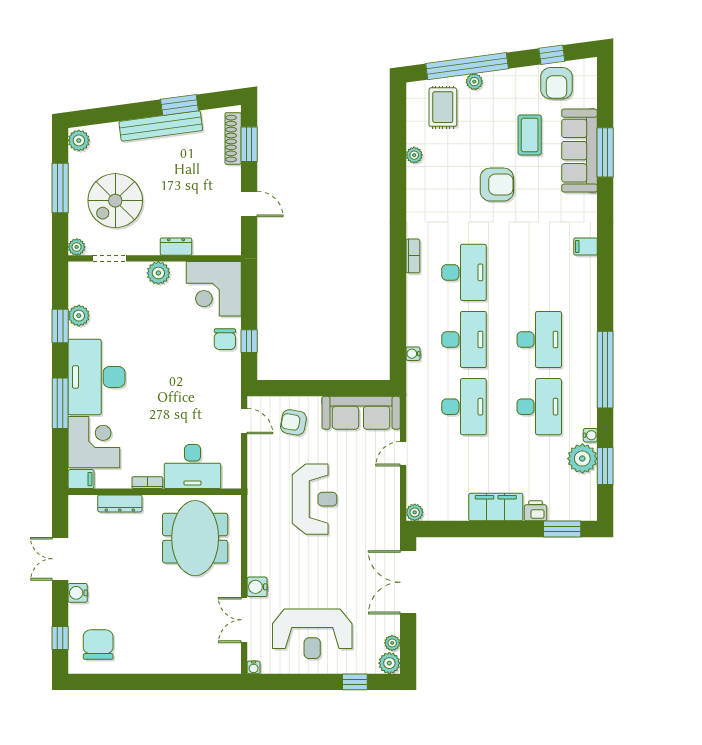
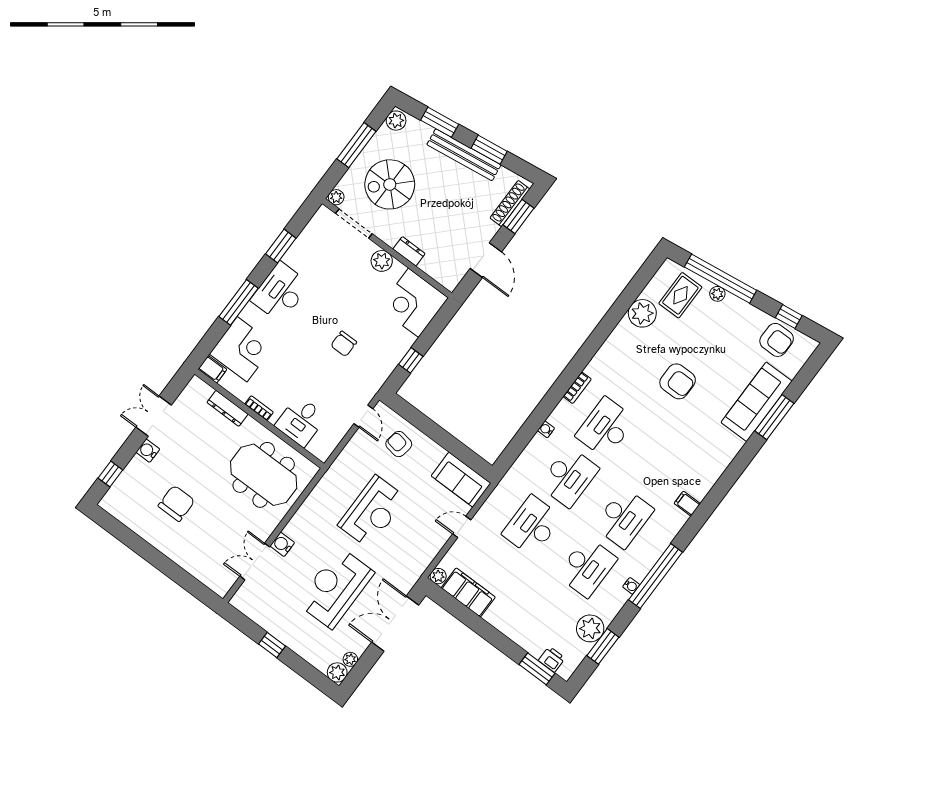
armchair: (557, 83) -> (777, 340), turned -90
window: (118, 113) -> (440, 122), added
coffee table: (530, 135) -> (729, 363), removed
plant: (414, 155) -> (642, 313), width x1.88, depth x1.88
door: (249, 204) -> (486, 260), width x1.38
filing cabinet: (585, 247) -> (687, 504), moved
doorway: (109, 258) -> (354, 224), width x1.38
desk: (464, 272) -> (606, 428), turned 180
plant: (79, 316) -> (300, 249), removed
chair: (225, 339) -> (344, 344), moved
water cooler: (413, 354) -> (546, 429), moved
desk: (96, 377) -> (280, 292), width x0.73, depth x0.77
desk: (464, 407) -> (532, 526), turned 180
sofa: (361, 413) -> (461, 480), width x0.73
water cooler: (590, 435) -> (631, 586), moved
desk: (193, 467) -> (301, 421), width x0.73
filing cabinet: (496, 507) -> (468, 592), moved
printer: (535, 511) -> (552, 659), moved
meeting table: (195, 538) -> (264, 475), turned 90
reception desk: (312, 634) -> (335, 588), moved, turned 90
chair: (98, 645) -> (176, 503), moved
water cooler: (254, 667) -> (236, 601), removed
window: (355, 682) -> (272, 645), moved

